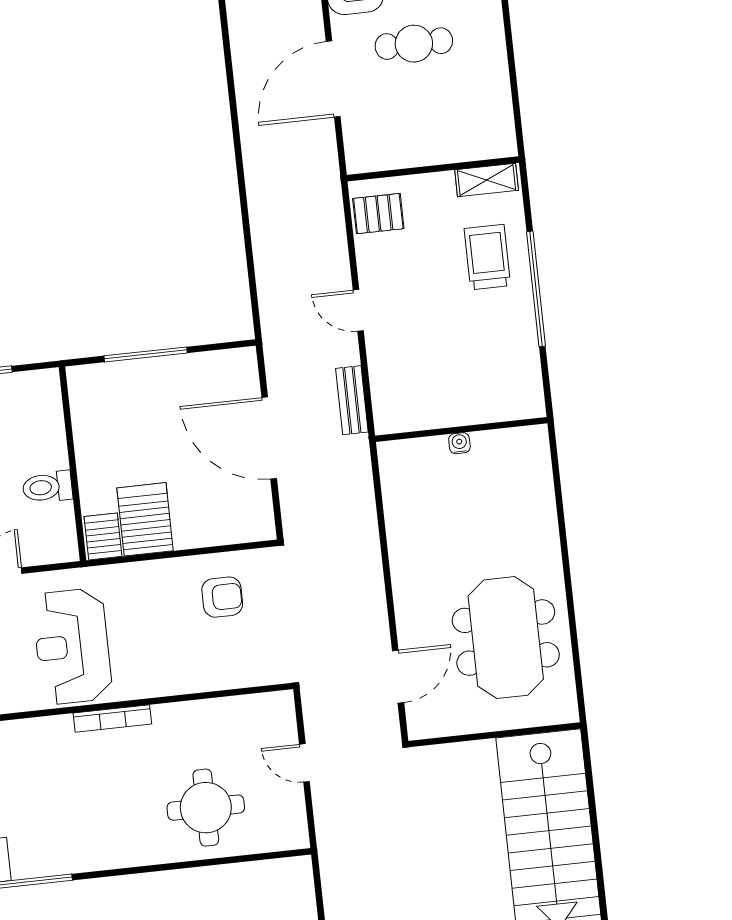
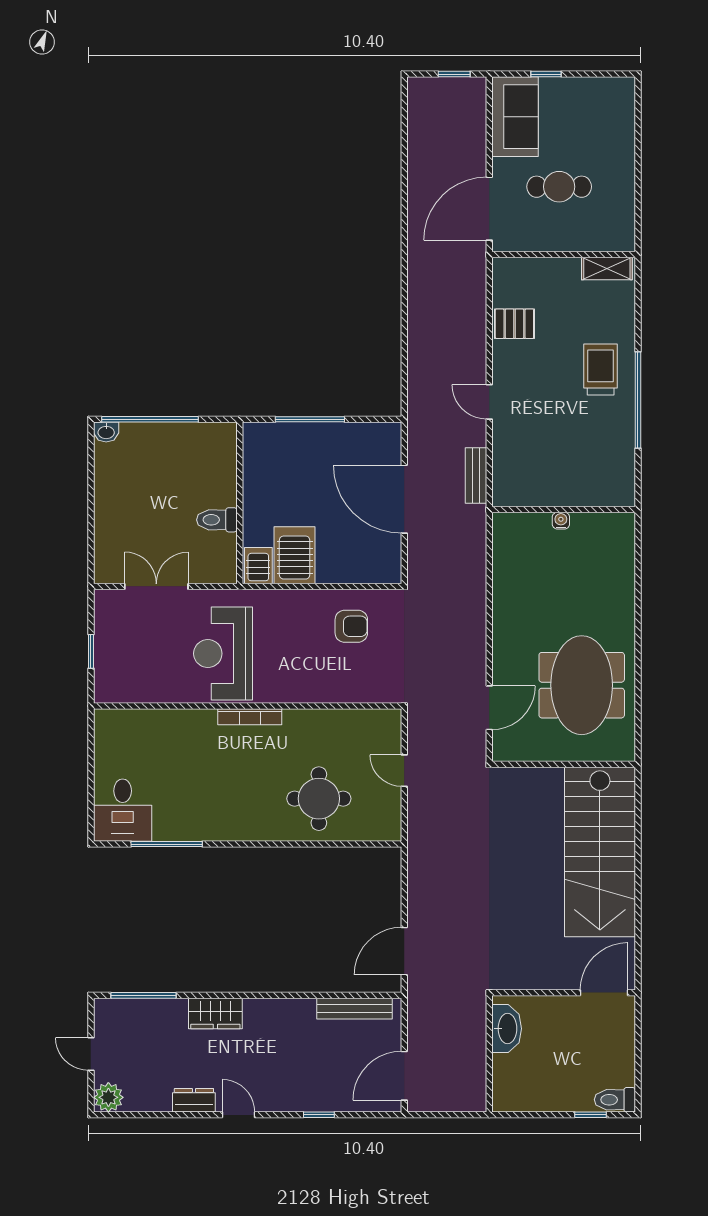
wall: (433, 169) -> (564, 255), moved
shelving: (487, 180) -> (607, 269), moved

